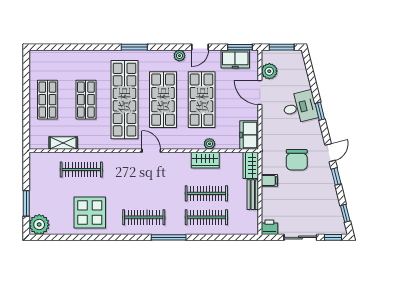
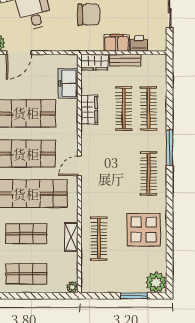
freezer: (249, 135) -> (68, 83), moved, turned 90
shelving: (63, 143) -> (71, 237), moved
plant: (210, 144) -> (72, 287), moved
filing cabinet: (269, 180) -> (117, 43), width x2.00
printer: (269, 227) -> (139, 44), moved, turned 90

